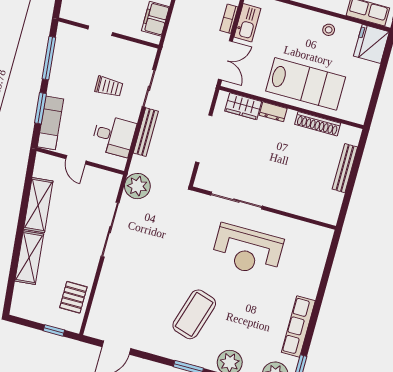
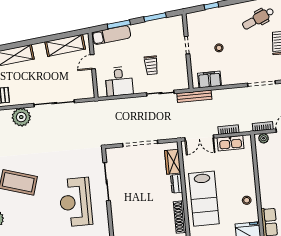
window: (49, 58) -> (155, 17), width x0.69
bench: (146, 132) -> (194, 96), moved
plant: (137, 186) -> (21, 117), moved
shelving: (38, 205) -> (65, 45), moved

